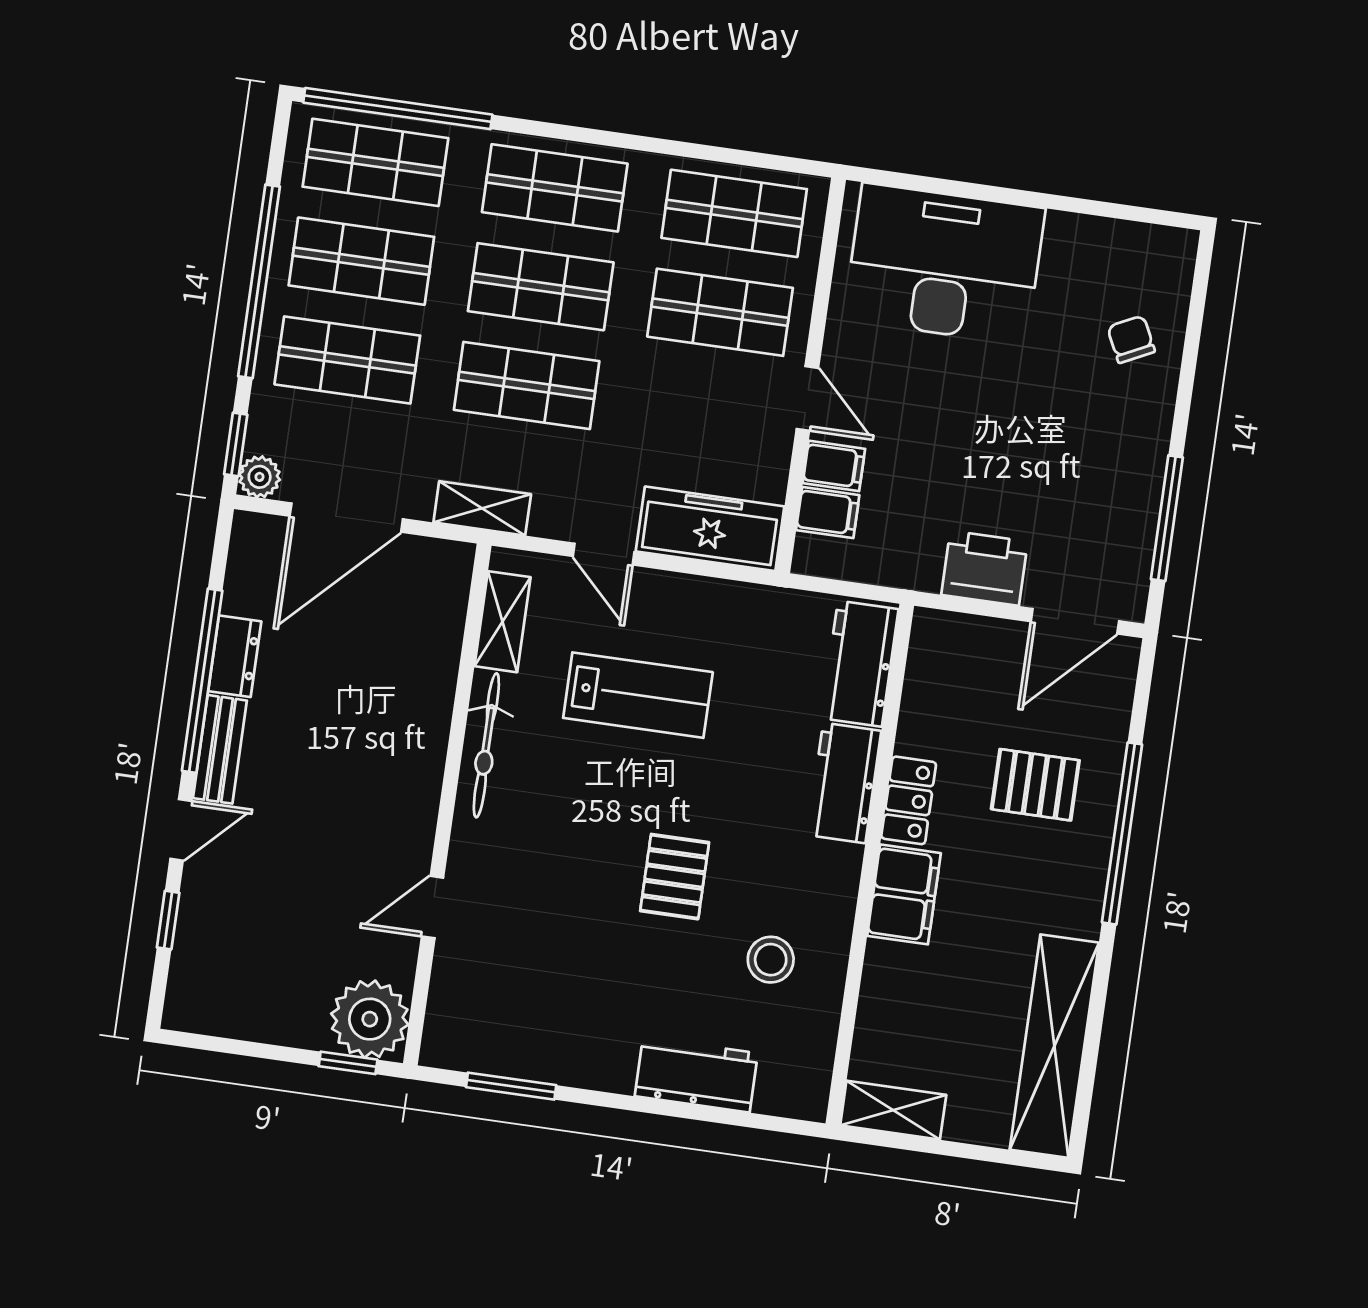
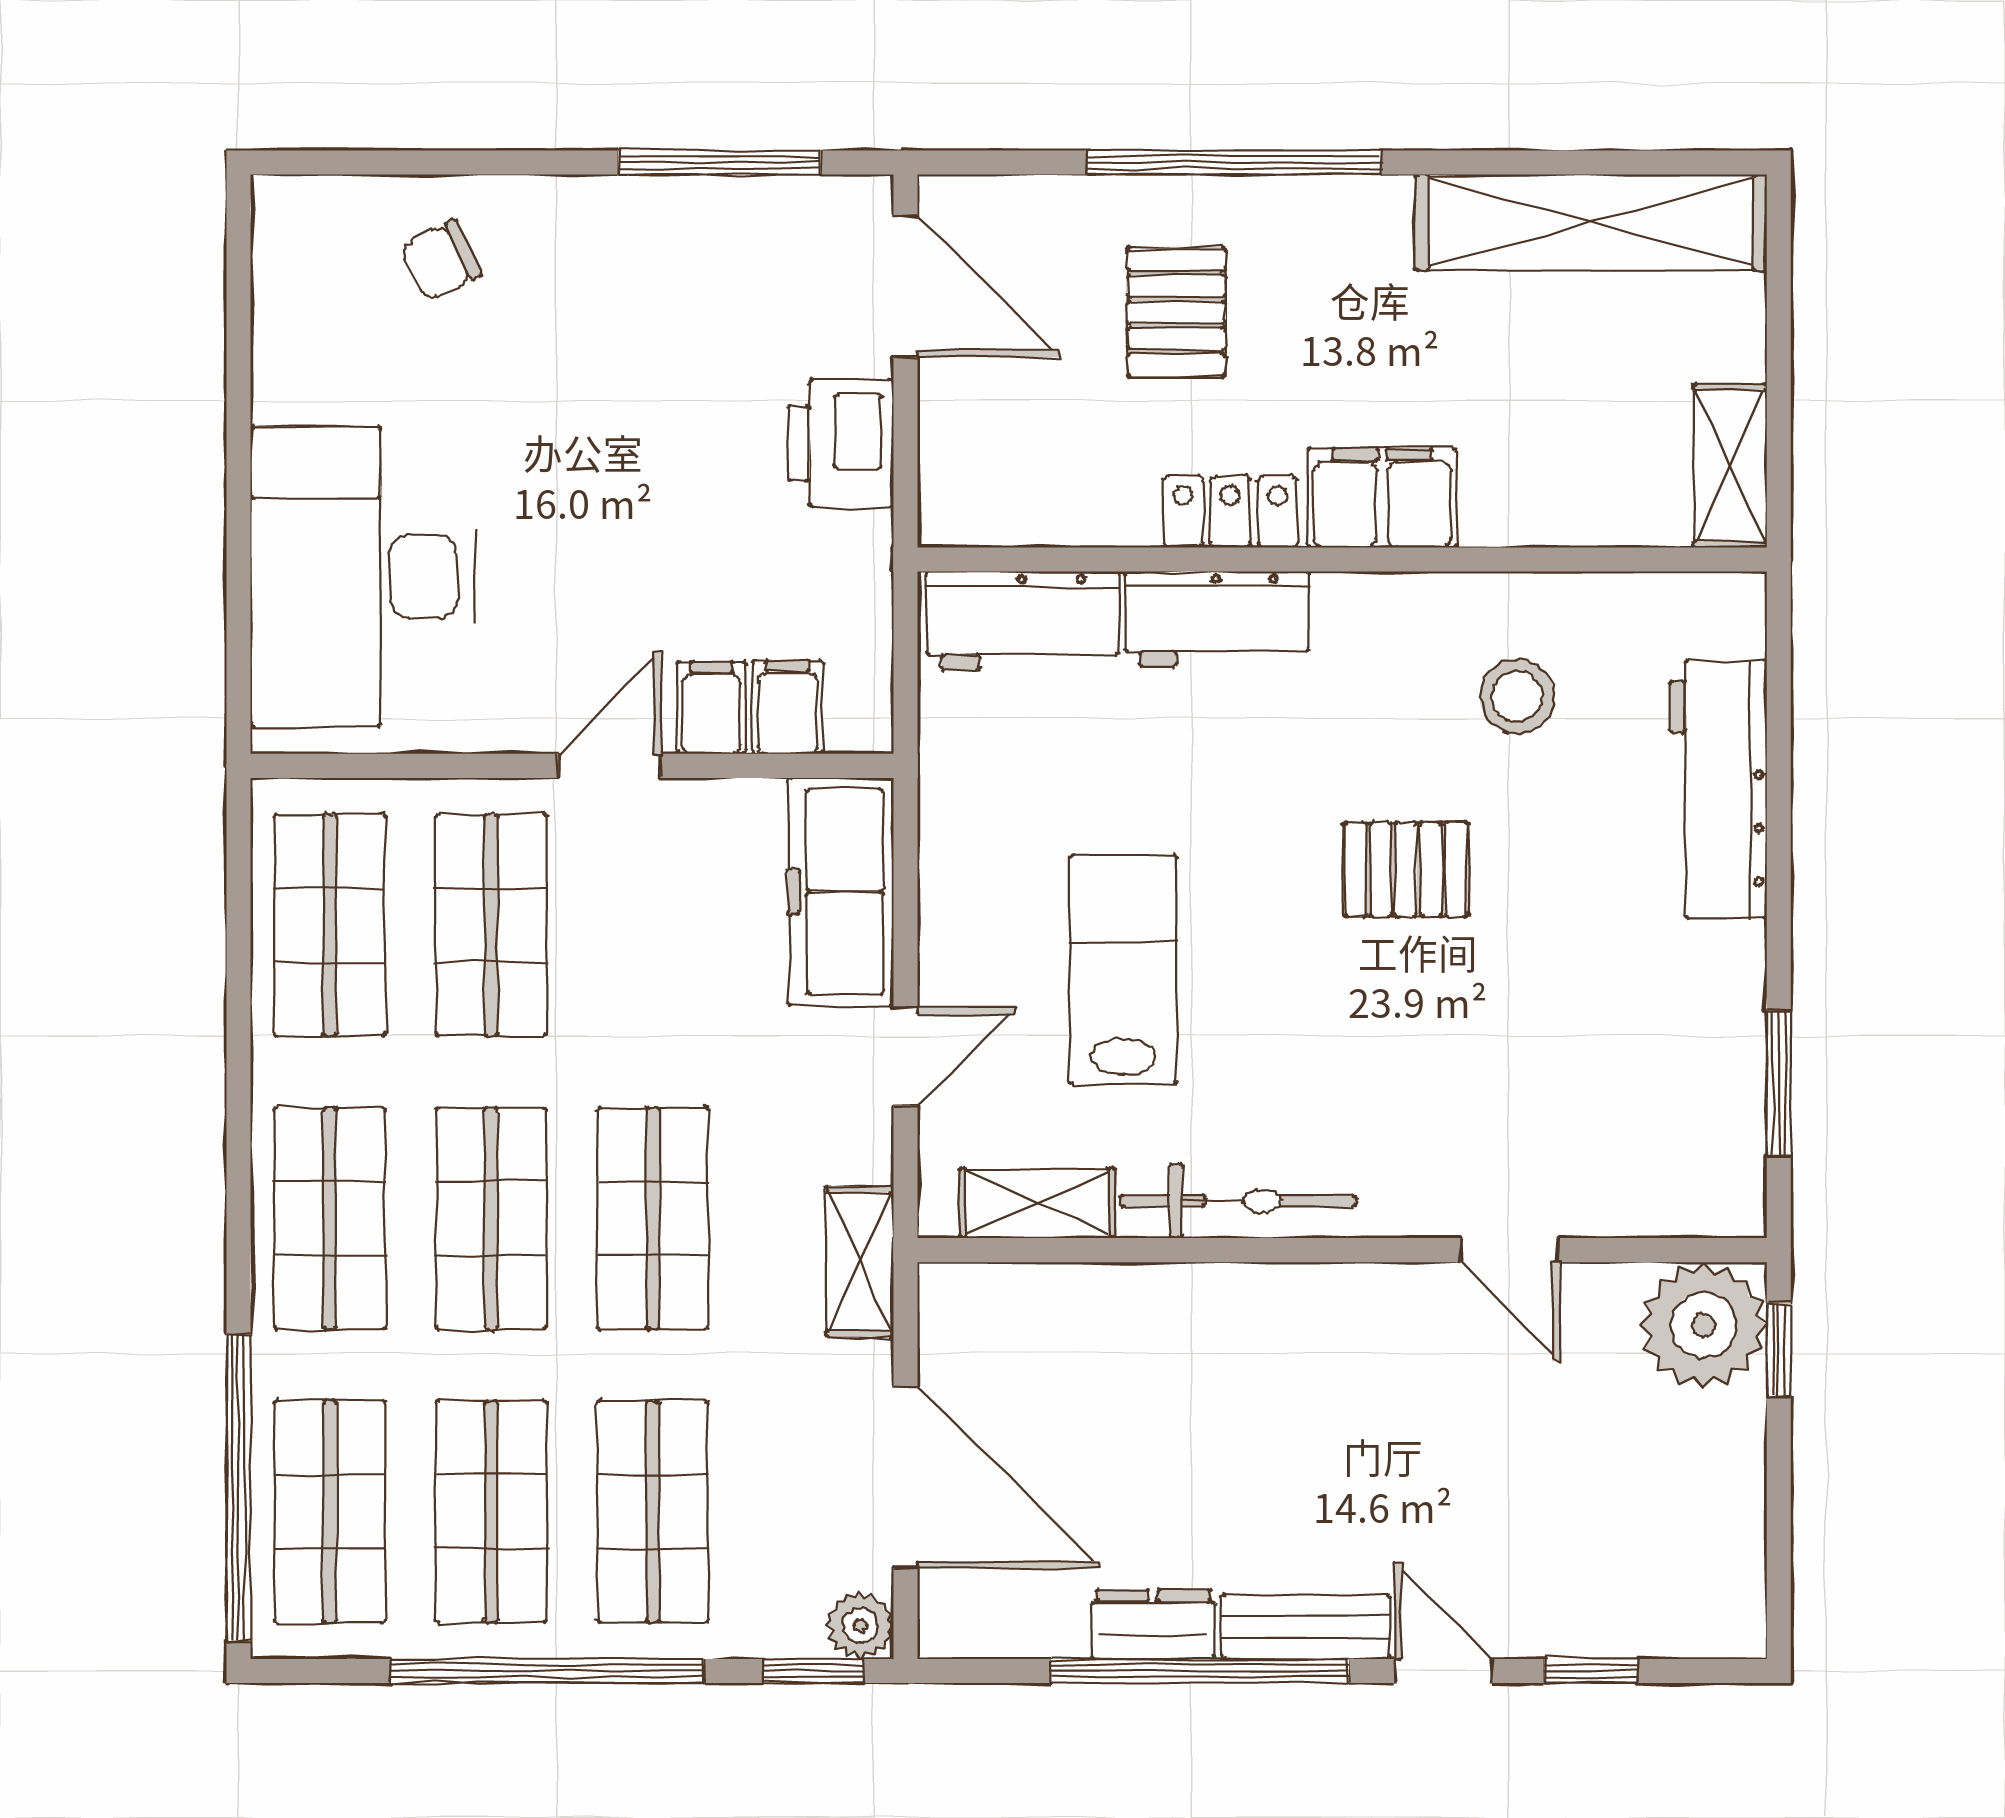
workbench: (696, 1075) -> (1718, 789), width x1.38

